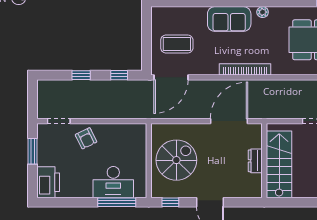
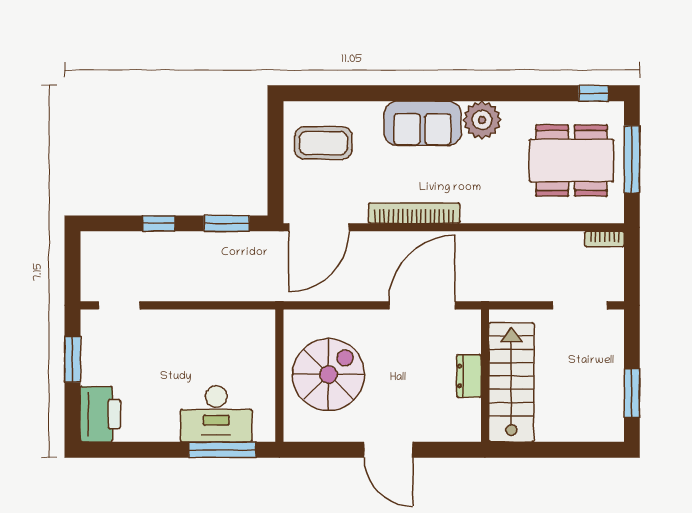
plant: (263, 12) -> (482, 120), width x1.87, depth x1.87
coffee table: (177, 44) -> (323, 143), moved
bookcase: (245, 69) -> (414, 213), moved
window: (119, 75) -> (227, 223), width x1.50
armchair: (86, 138) -> (168, 336), removed
window: (170, 202) -> (318, 450), removed

